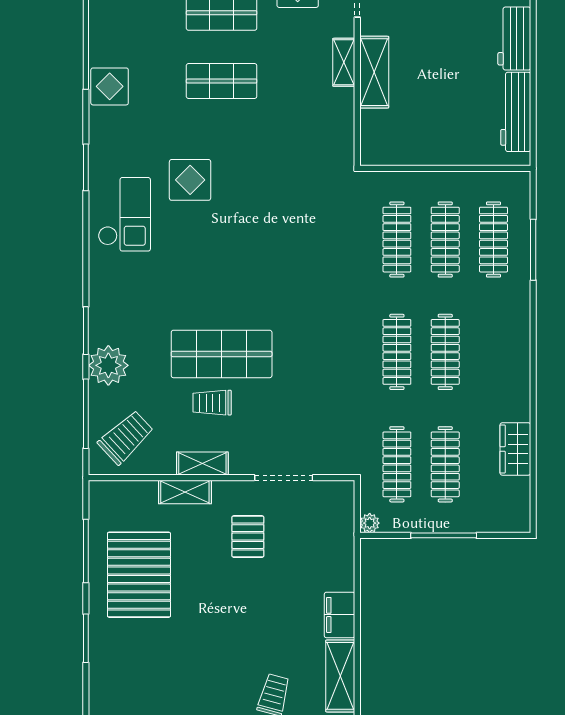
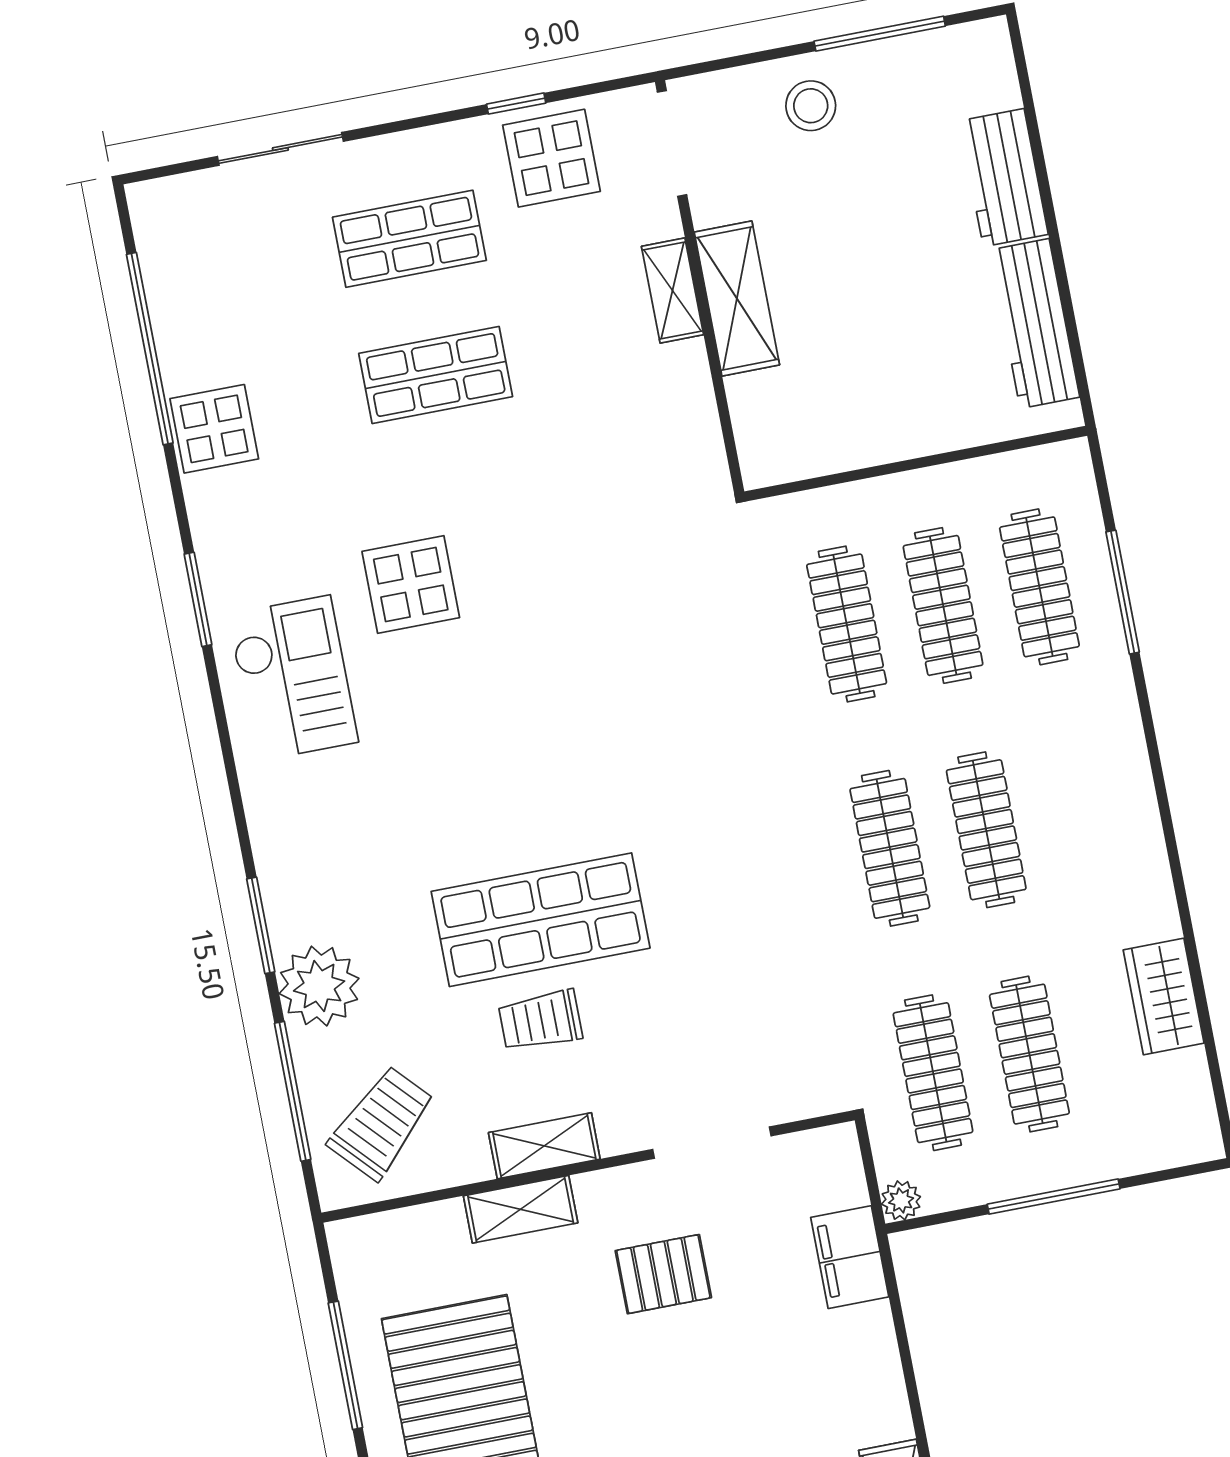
pallet: (248, 537) -> (663, 1274), turned 90
filing cabinet: (340, 615) -> (850, 1257), moved

